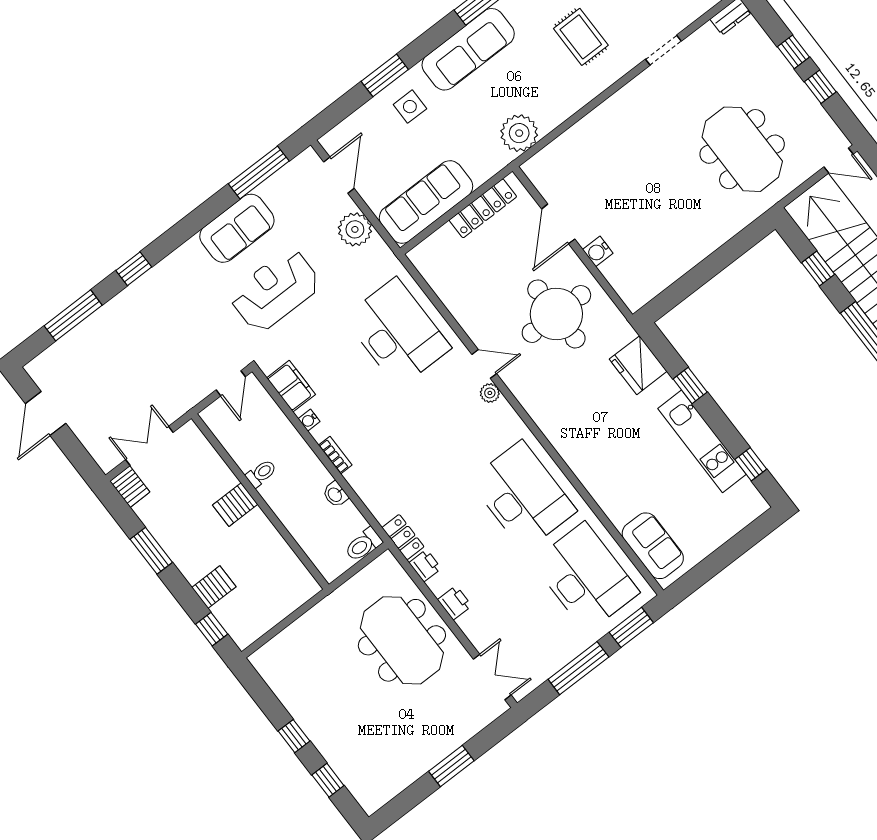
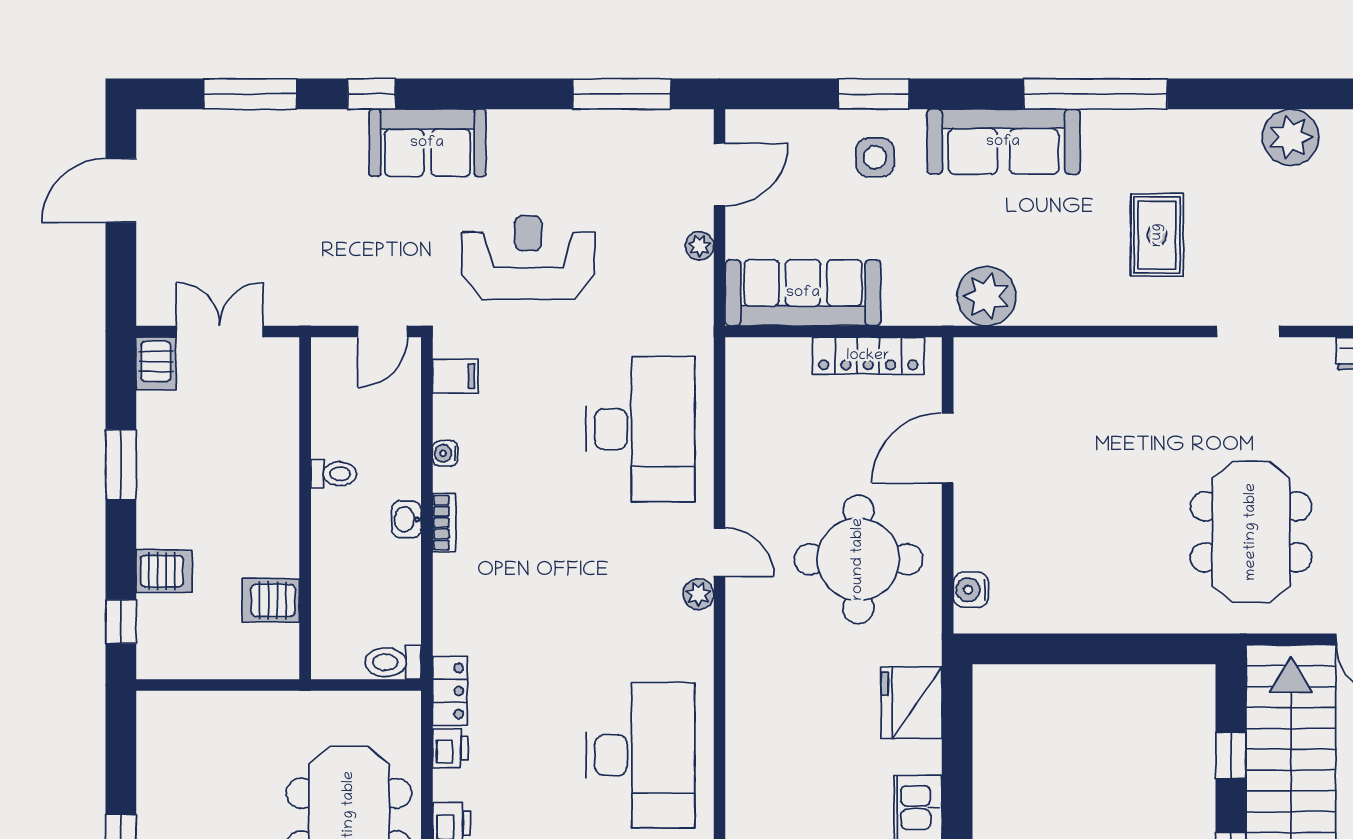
sofa: (237, 228) -> (427, 143), moved
plant: (355, 229) -> (700, 246), width x0.53, depth x0.53
water cooler: (598, 251) -> (971, 590), moved
window: (690, 385) -> (957, 778), removed
filing cabinet: (291, 386) -> (455, 376), width x0.50
washbasin: (335, 494) -> (406, 519), moved
server rack: (235, 505) -> (271, 600), moved

